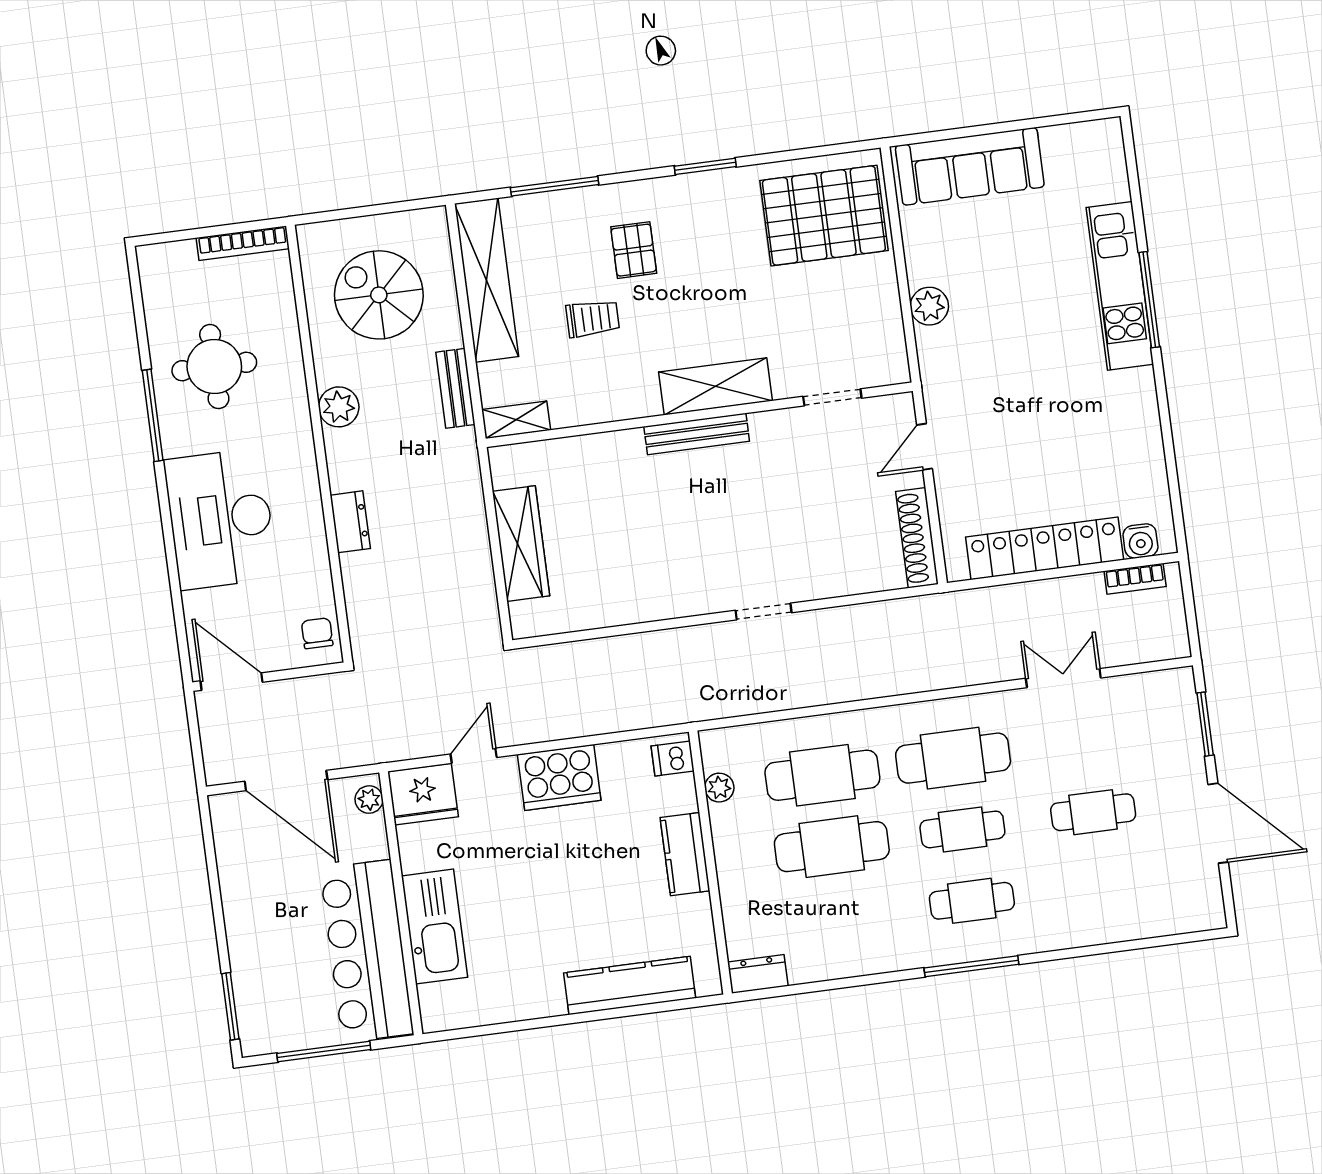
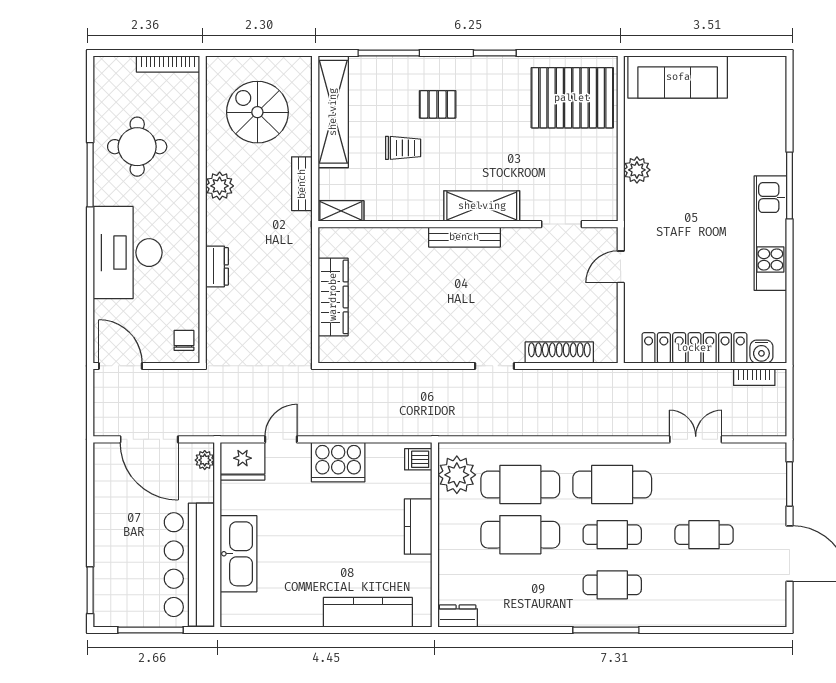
pallet: (634, 250) -> (438, 104), turned 90
kitchen unit: (1120, 286) -> (770, 233), moved
shoe rack: (917, 538) -> (559, 353), moved, turned 90
plant: (719, 788) -> (457, 475), width x1.87, depth x1.87

